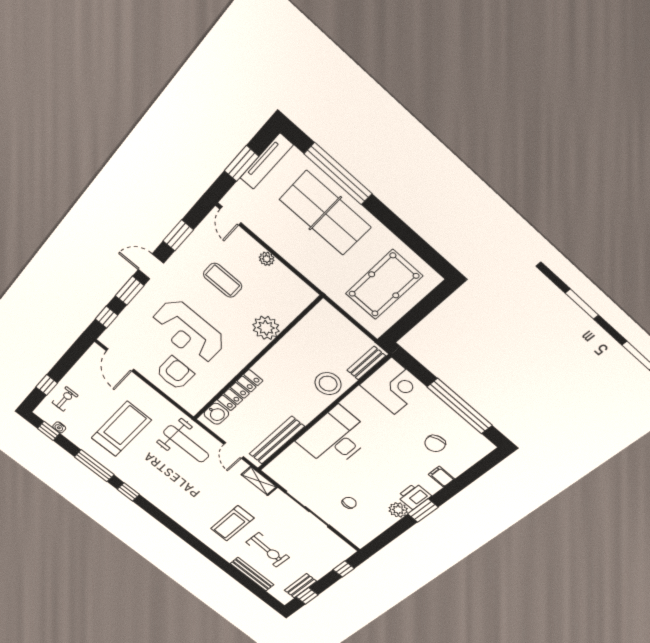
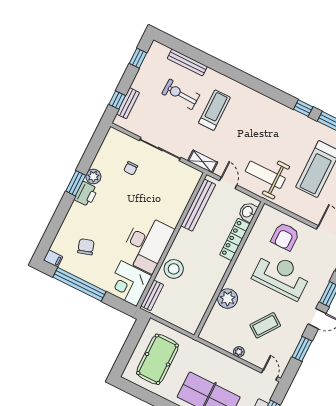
coffee table: (223, 280) -> (265, 325), turned -54
desk: (335, 438) -> (147, 244), moved
filing cabinet: (441, 477) -> (53, 258), moved
bench: (300, 586) -> (128, 103), moved

